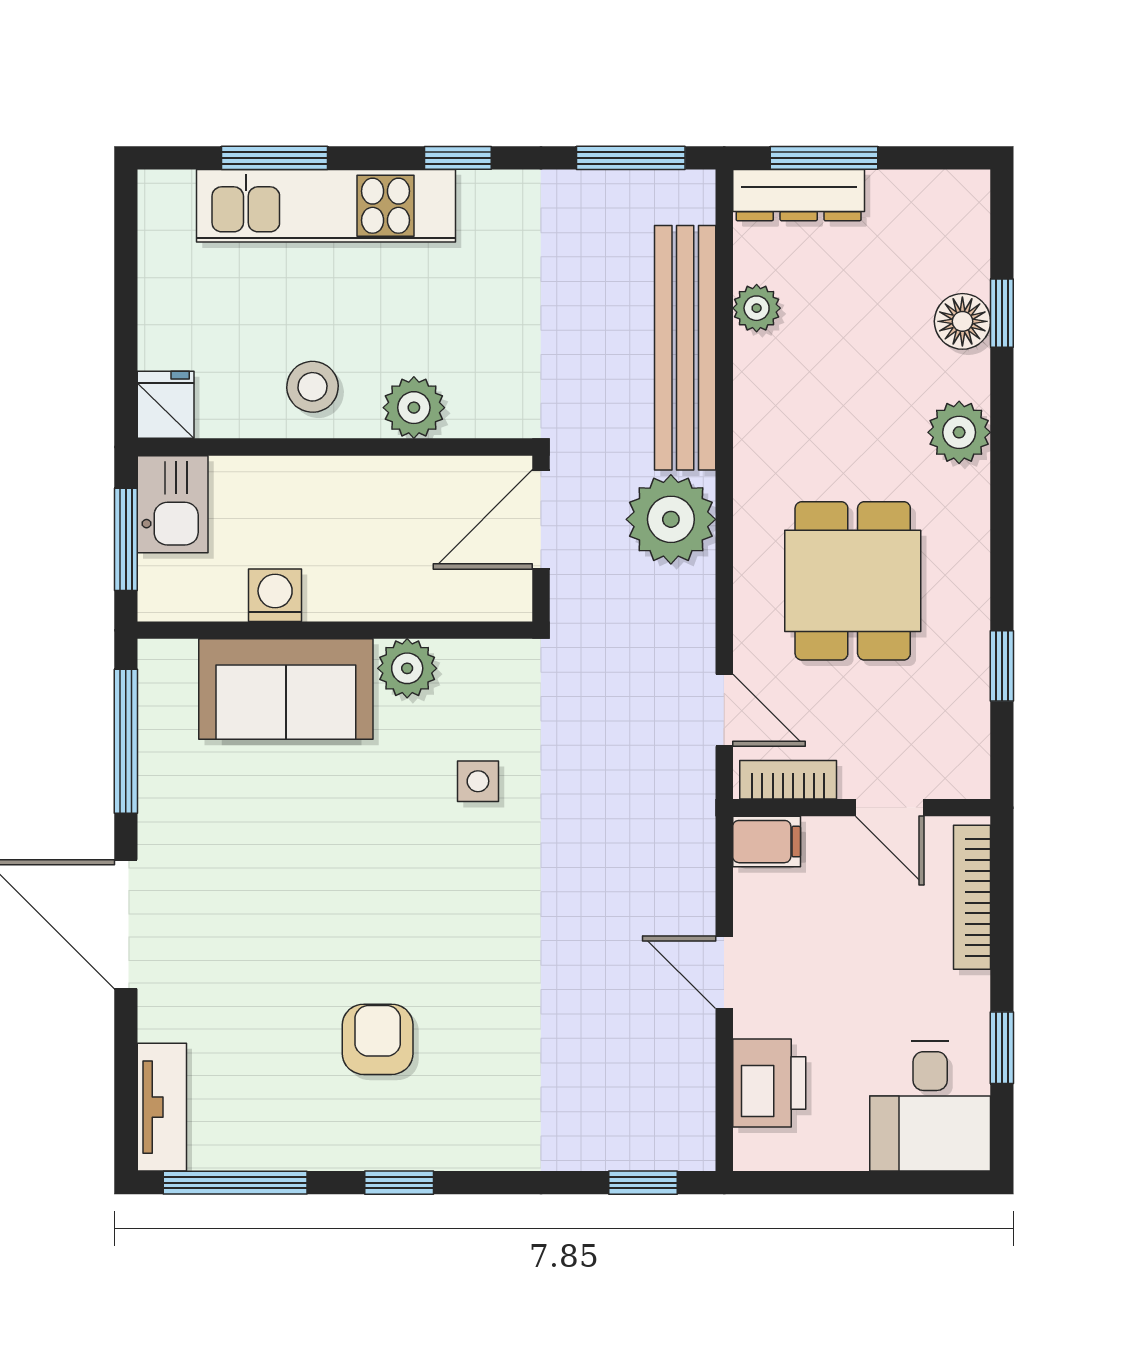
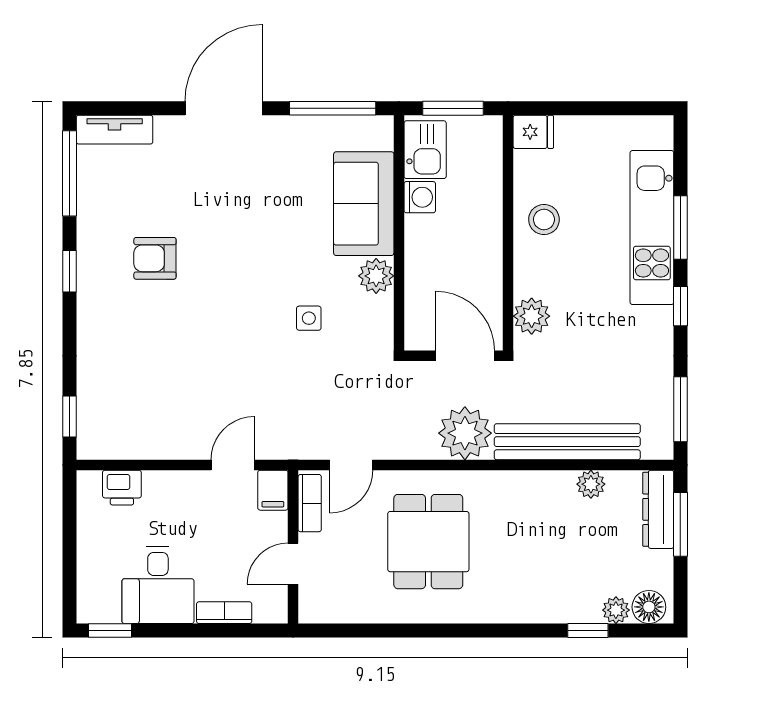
window: (274, 158) -> (680, 228), moved
floor lamp: (962, 321) -> (649, 607), moved
plant: (414, 408) -> (532, 316), moved
plant: (959, 432) -> (616, 610), moved, width x0.73, depth x0.73
kitchen sink: (173, 504) -> (425, 150), moved, turned -90
dining table: (853, 581) -> (428, 542), turned 90
window: (1002, 666) -> (378, 630), removed
bookcase: (972, 897) -> (224, 613), width x0.64
door: (724, 972) -> (233, 465), moved
armchair: (378, 1039) -> (155, 258), turned 180
window: (1002, 1048) -> (110, 630), moved
printer: (769, 1083) -> (122, 488), width x0.73, depth x0.81
desk: (930, 1106) -> (158, 585), moved, turned -90

